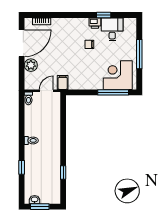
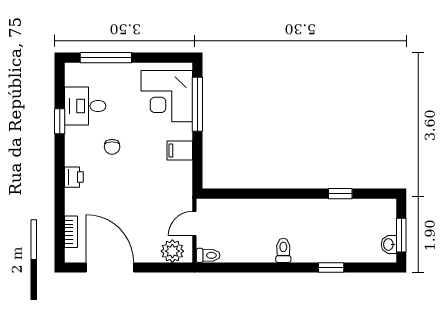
printer: (95, 23) -> (74, 177), moved
window: (139, 54) -> (106, 58), moved
plant: (31, 65) -> (172, 251), moved
filing cabinet: (63, 82) -> (180, 151), moved
door: (46, 91) -> (194, 224), hinge flipped

